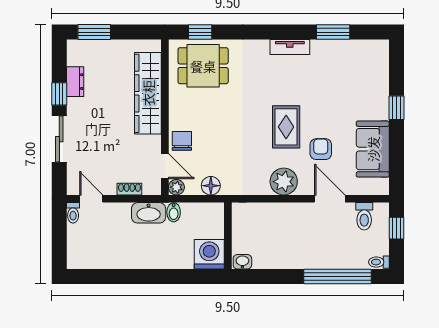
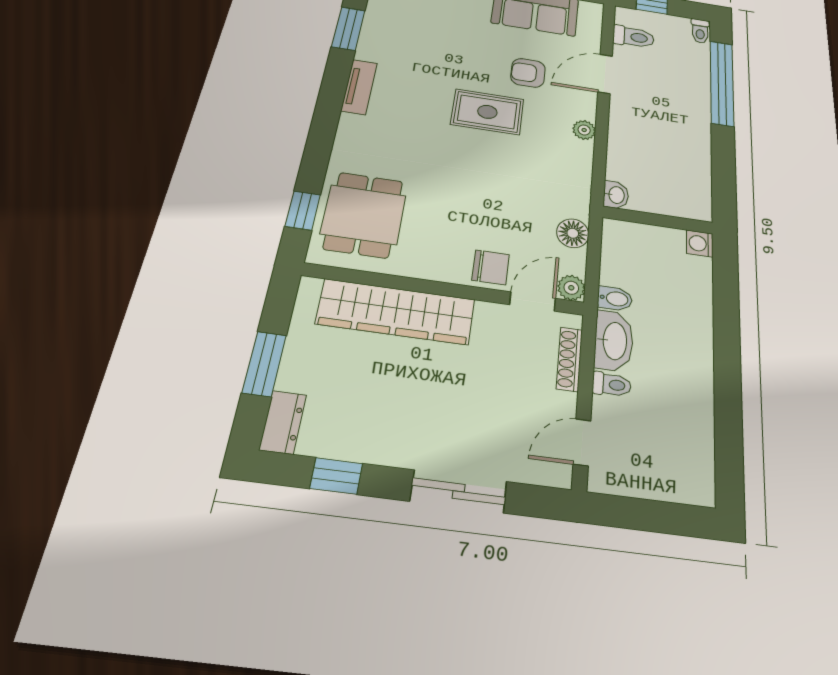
window: (94, 32) -> (264, 364), moved
dresser: (75, 82) -> (283, 422), moved, turned 90
window: (59, 94) -> (336, 476), moved
chair: (182, 141) -> (491, 267), turned 180
plant: (284, 182) -> (584, 130), width x0.53, depth x0.53
shoe rack: (129, 189) -> (569, 359), width x1.43
toilet: (73, 213) -> (612, 385), moved
washing machine: (209, 254) -> (700, 244), width x0.53, depth x0.53
washbasin: (242, 262) -> (616, 195), moved, turned 180

